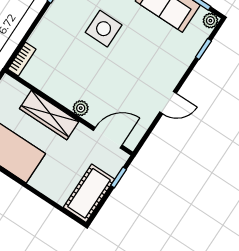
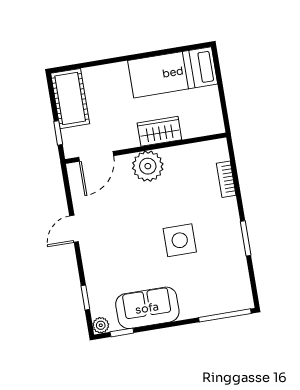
bookcase: (22, 59) -> (226, 179), moved
plant: (81, 108) -> (148, 166), width x1.88, depth x1.88
wardrobe: (49, 115) -> (159, 131), width x0.67

